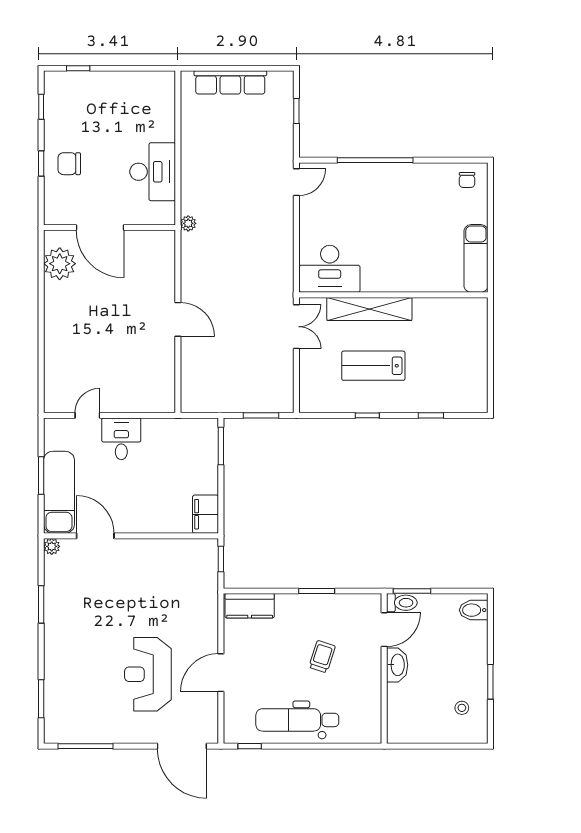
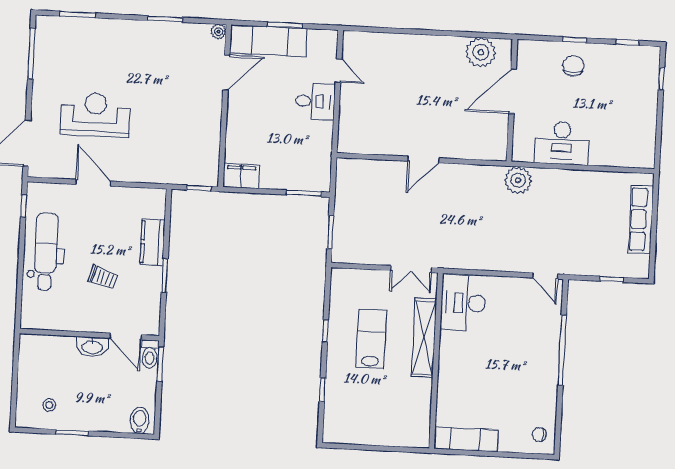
plant: (188, 223) -> (518, 180), width x1.88, depth x1.88
kitchen counter: (250, 606) -> (153, 242), moved

